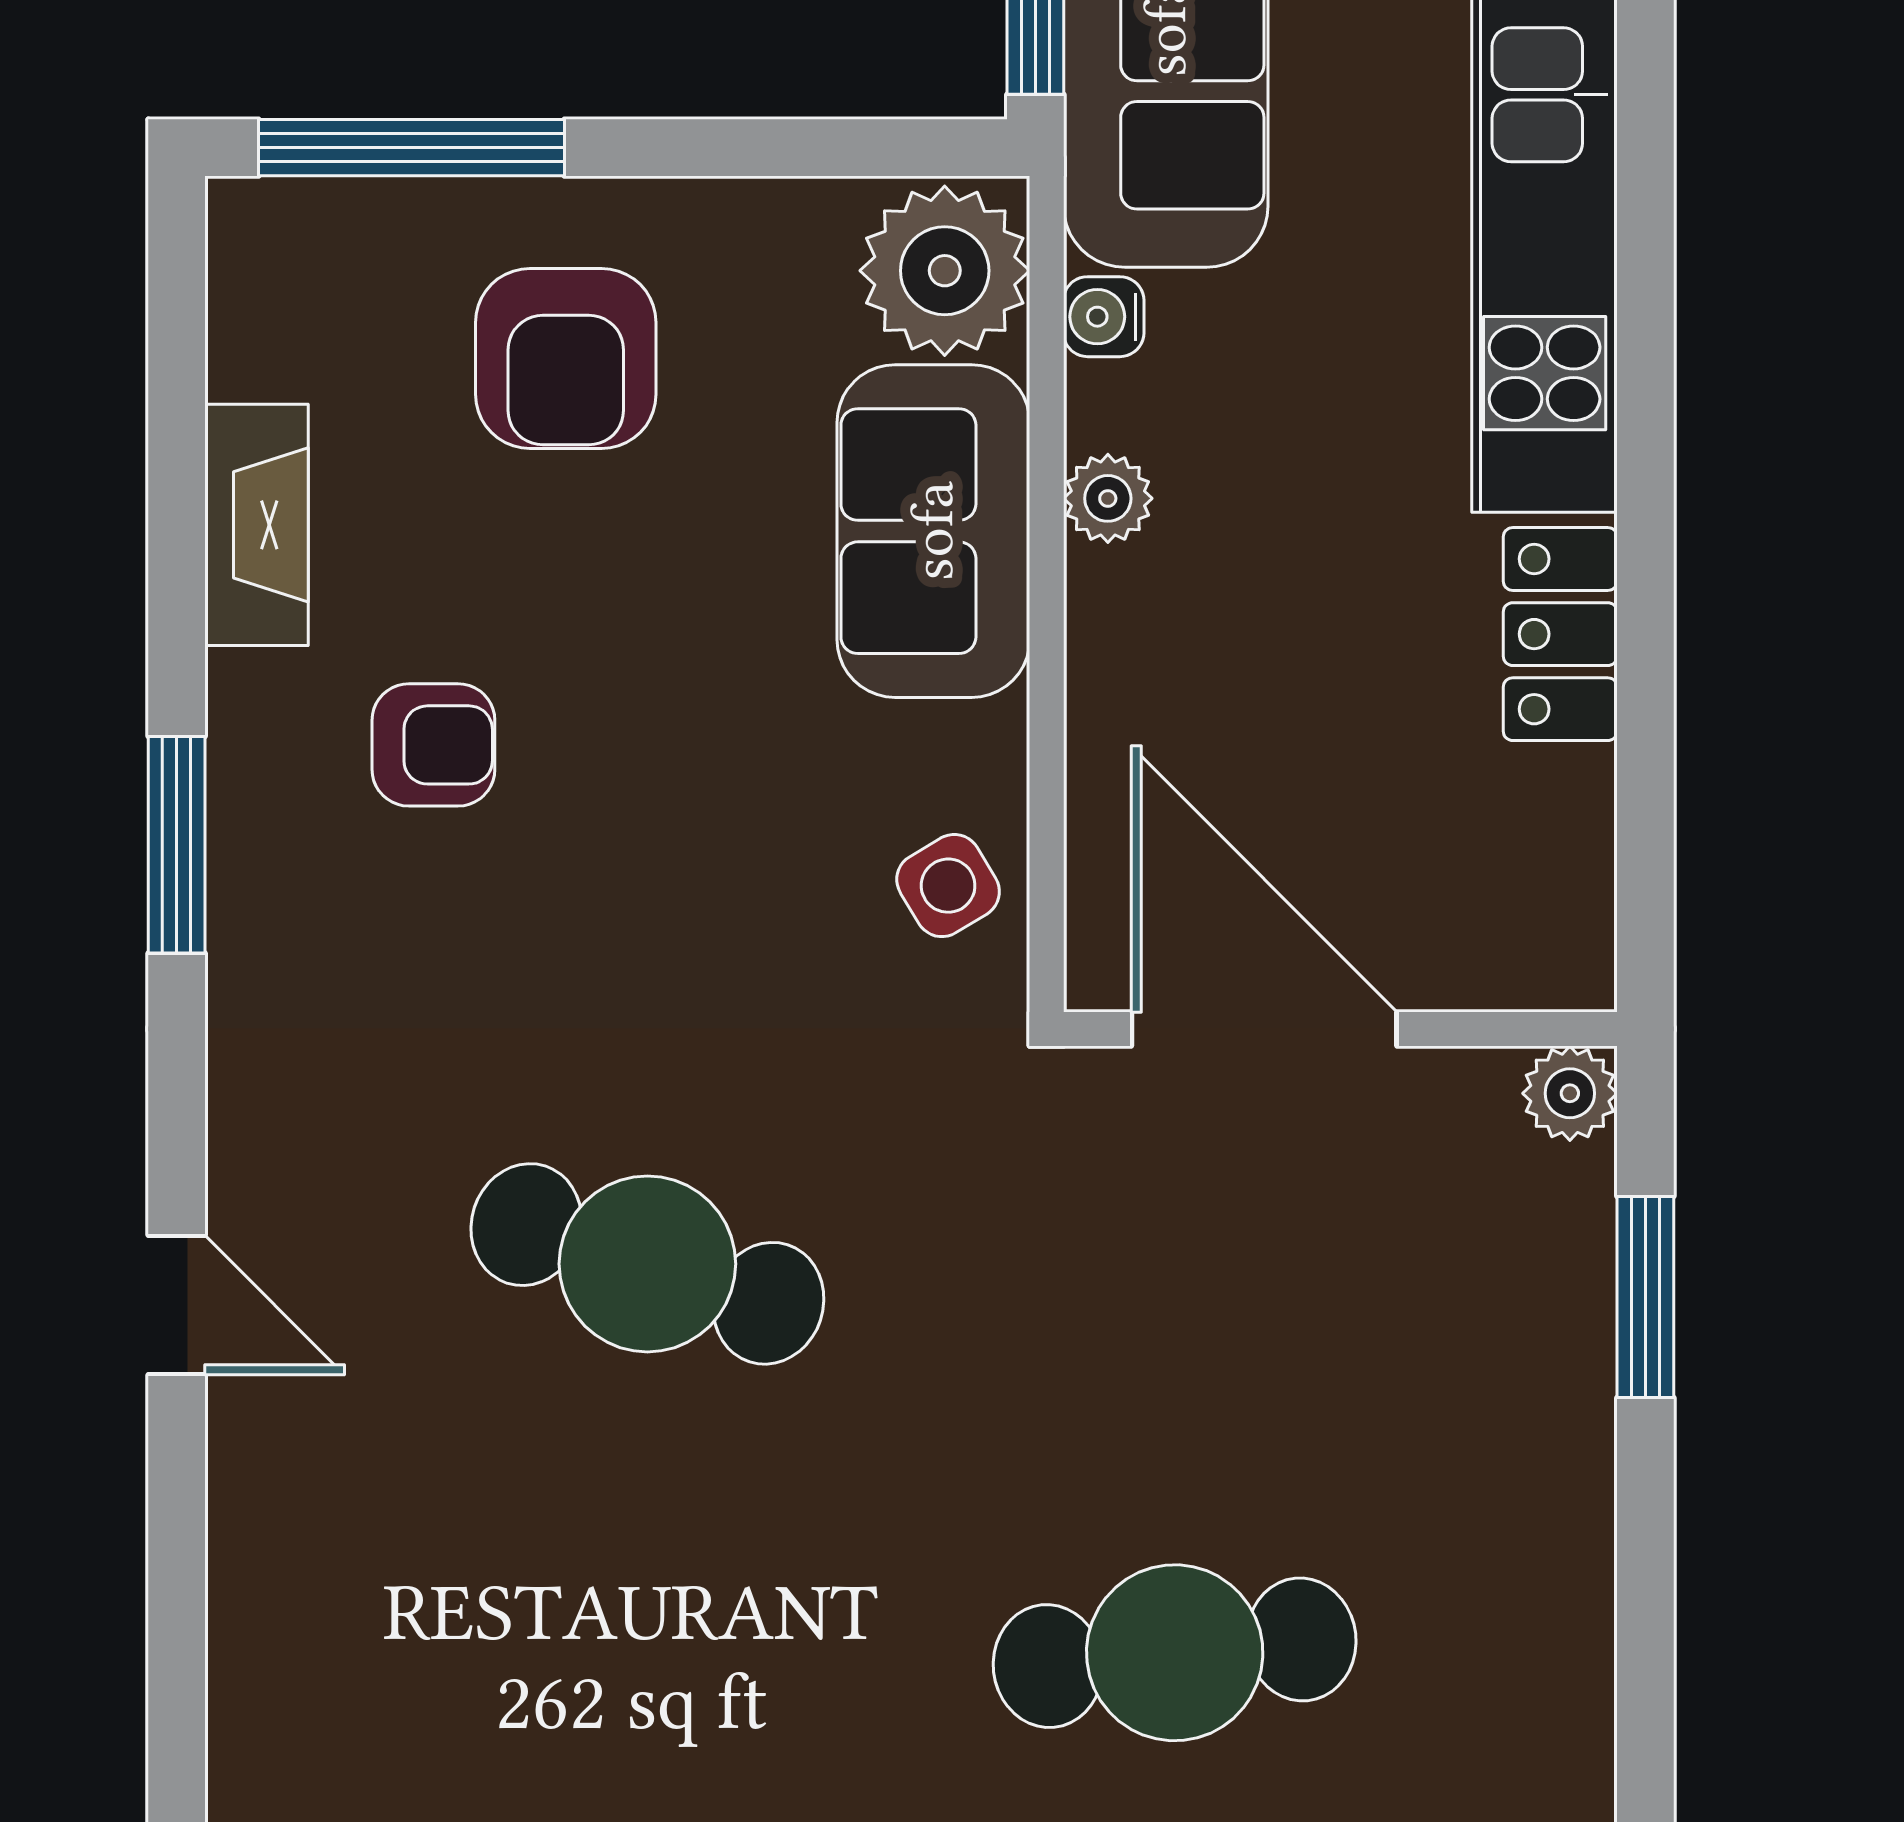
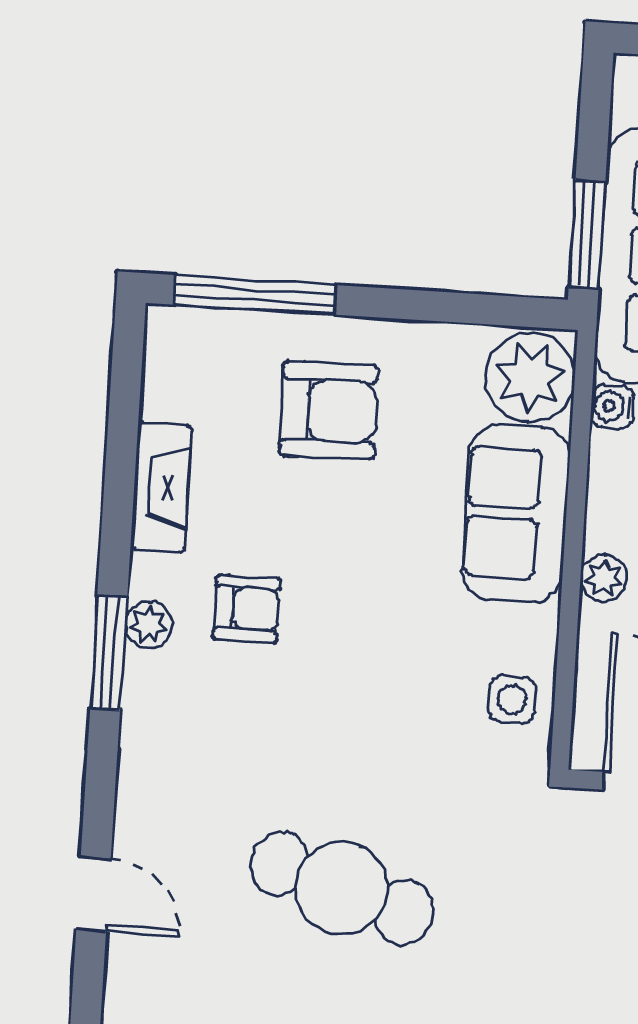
armchair: (566, 358) -> (329, 411), turned -91
plant: (1108, 498) -> (604, 578), moved
plant: (249, 787) -> (149, 625), added
side table: (948, 886) -> (512, 700), turned 31

